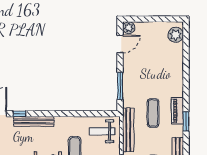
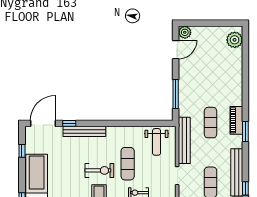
weight bench: (102, 131) -> (156, 142), turned -90

